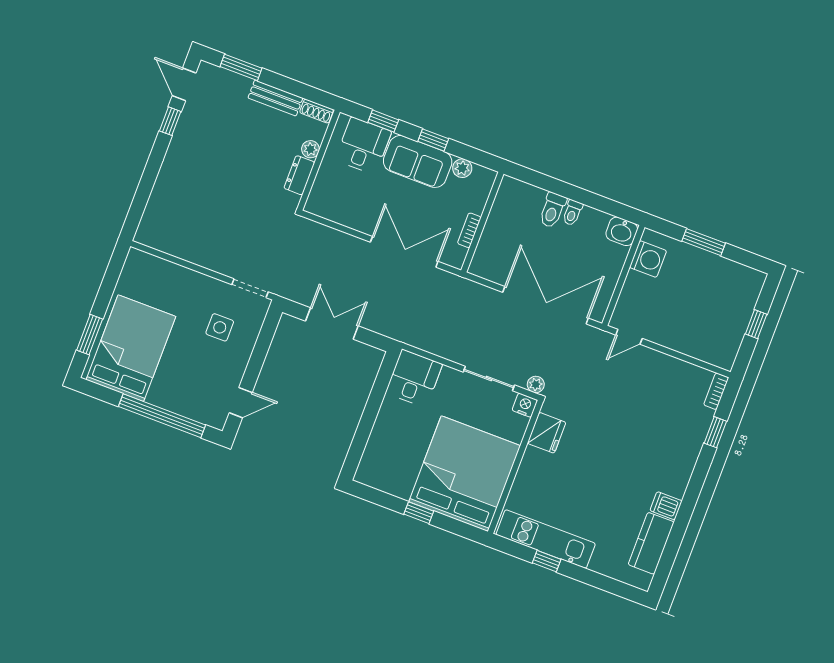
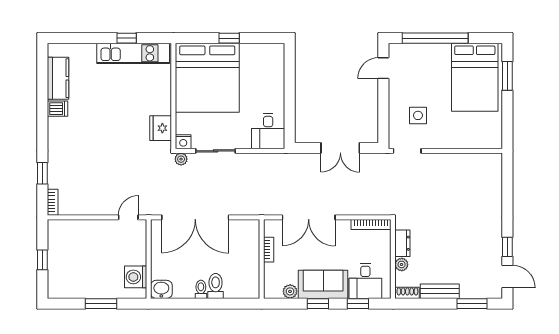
bookcase: (330, 213) -> (371, 224), added

